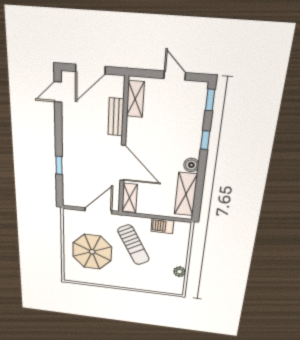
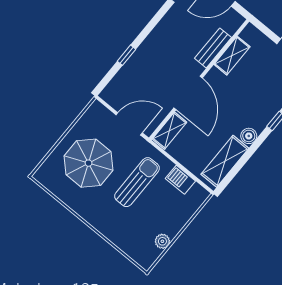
shelving: (135, 99) -> (232, 56), moved
sun lounger: (133, 245) -> (137, 182), turned -151

